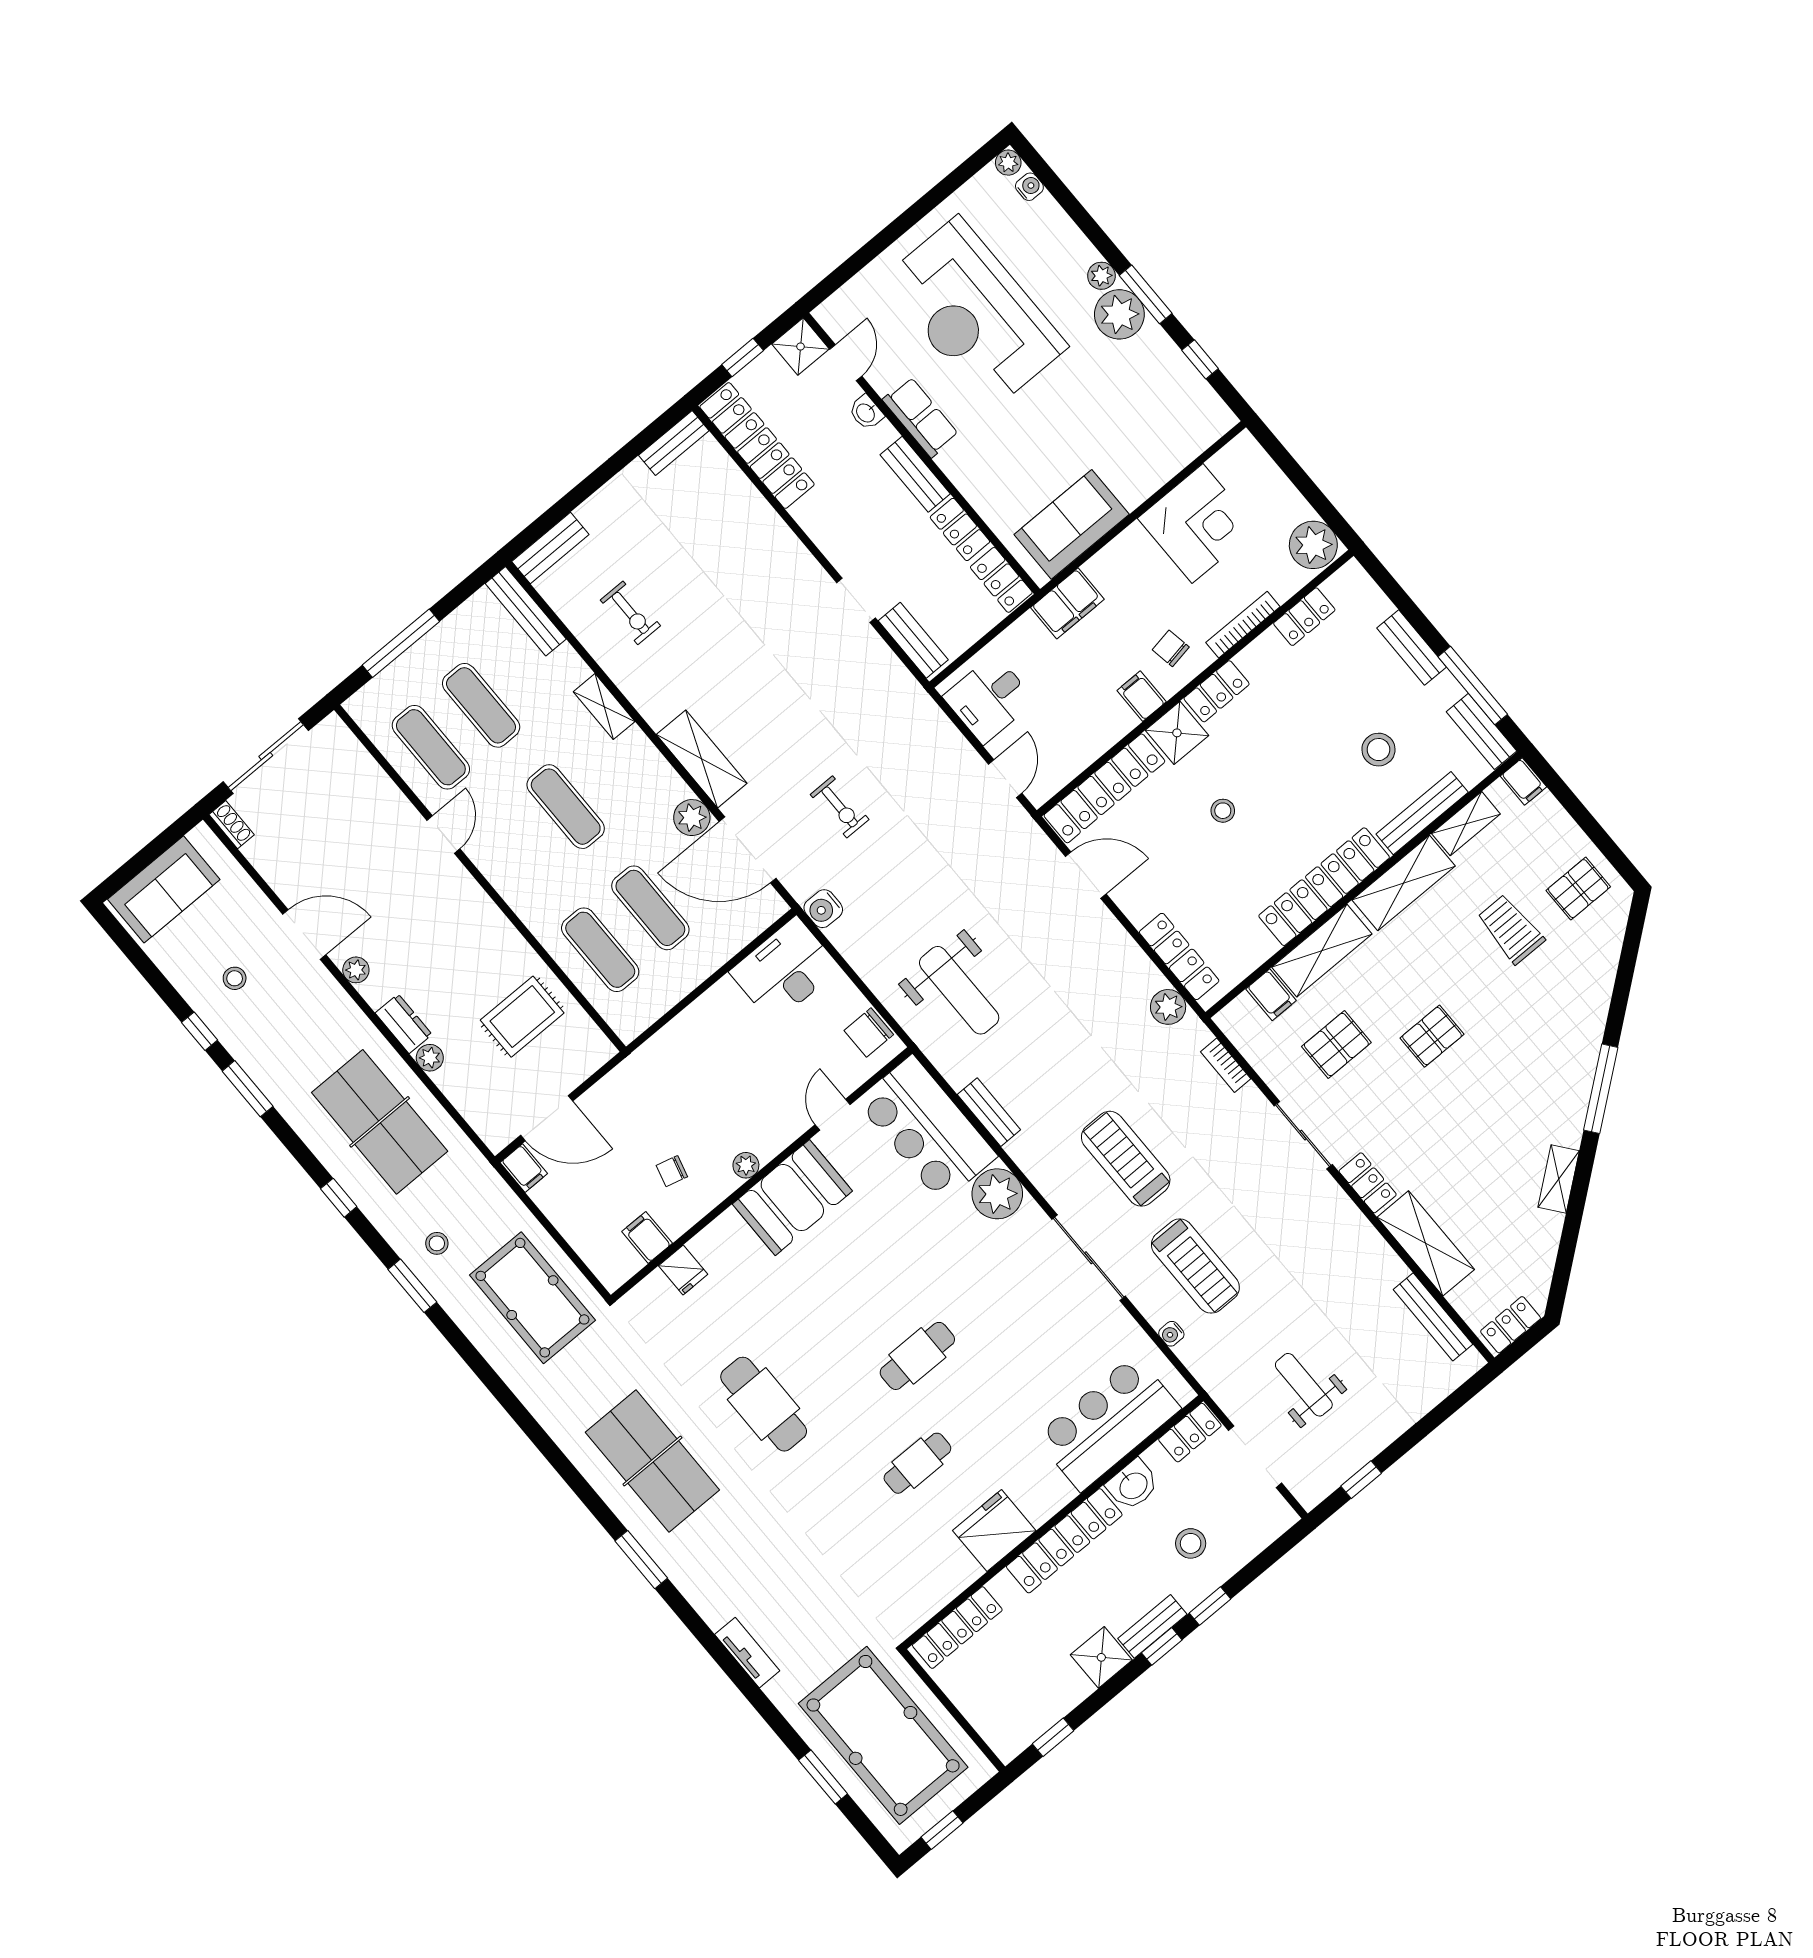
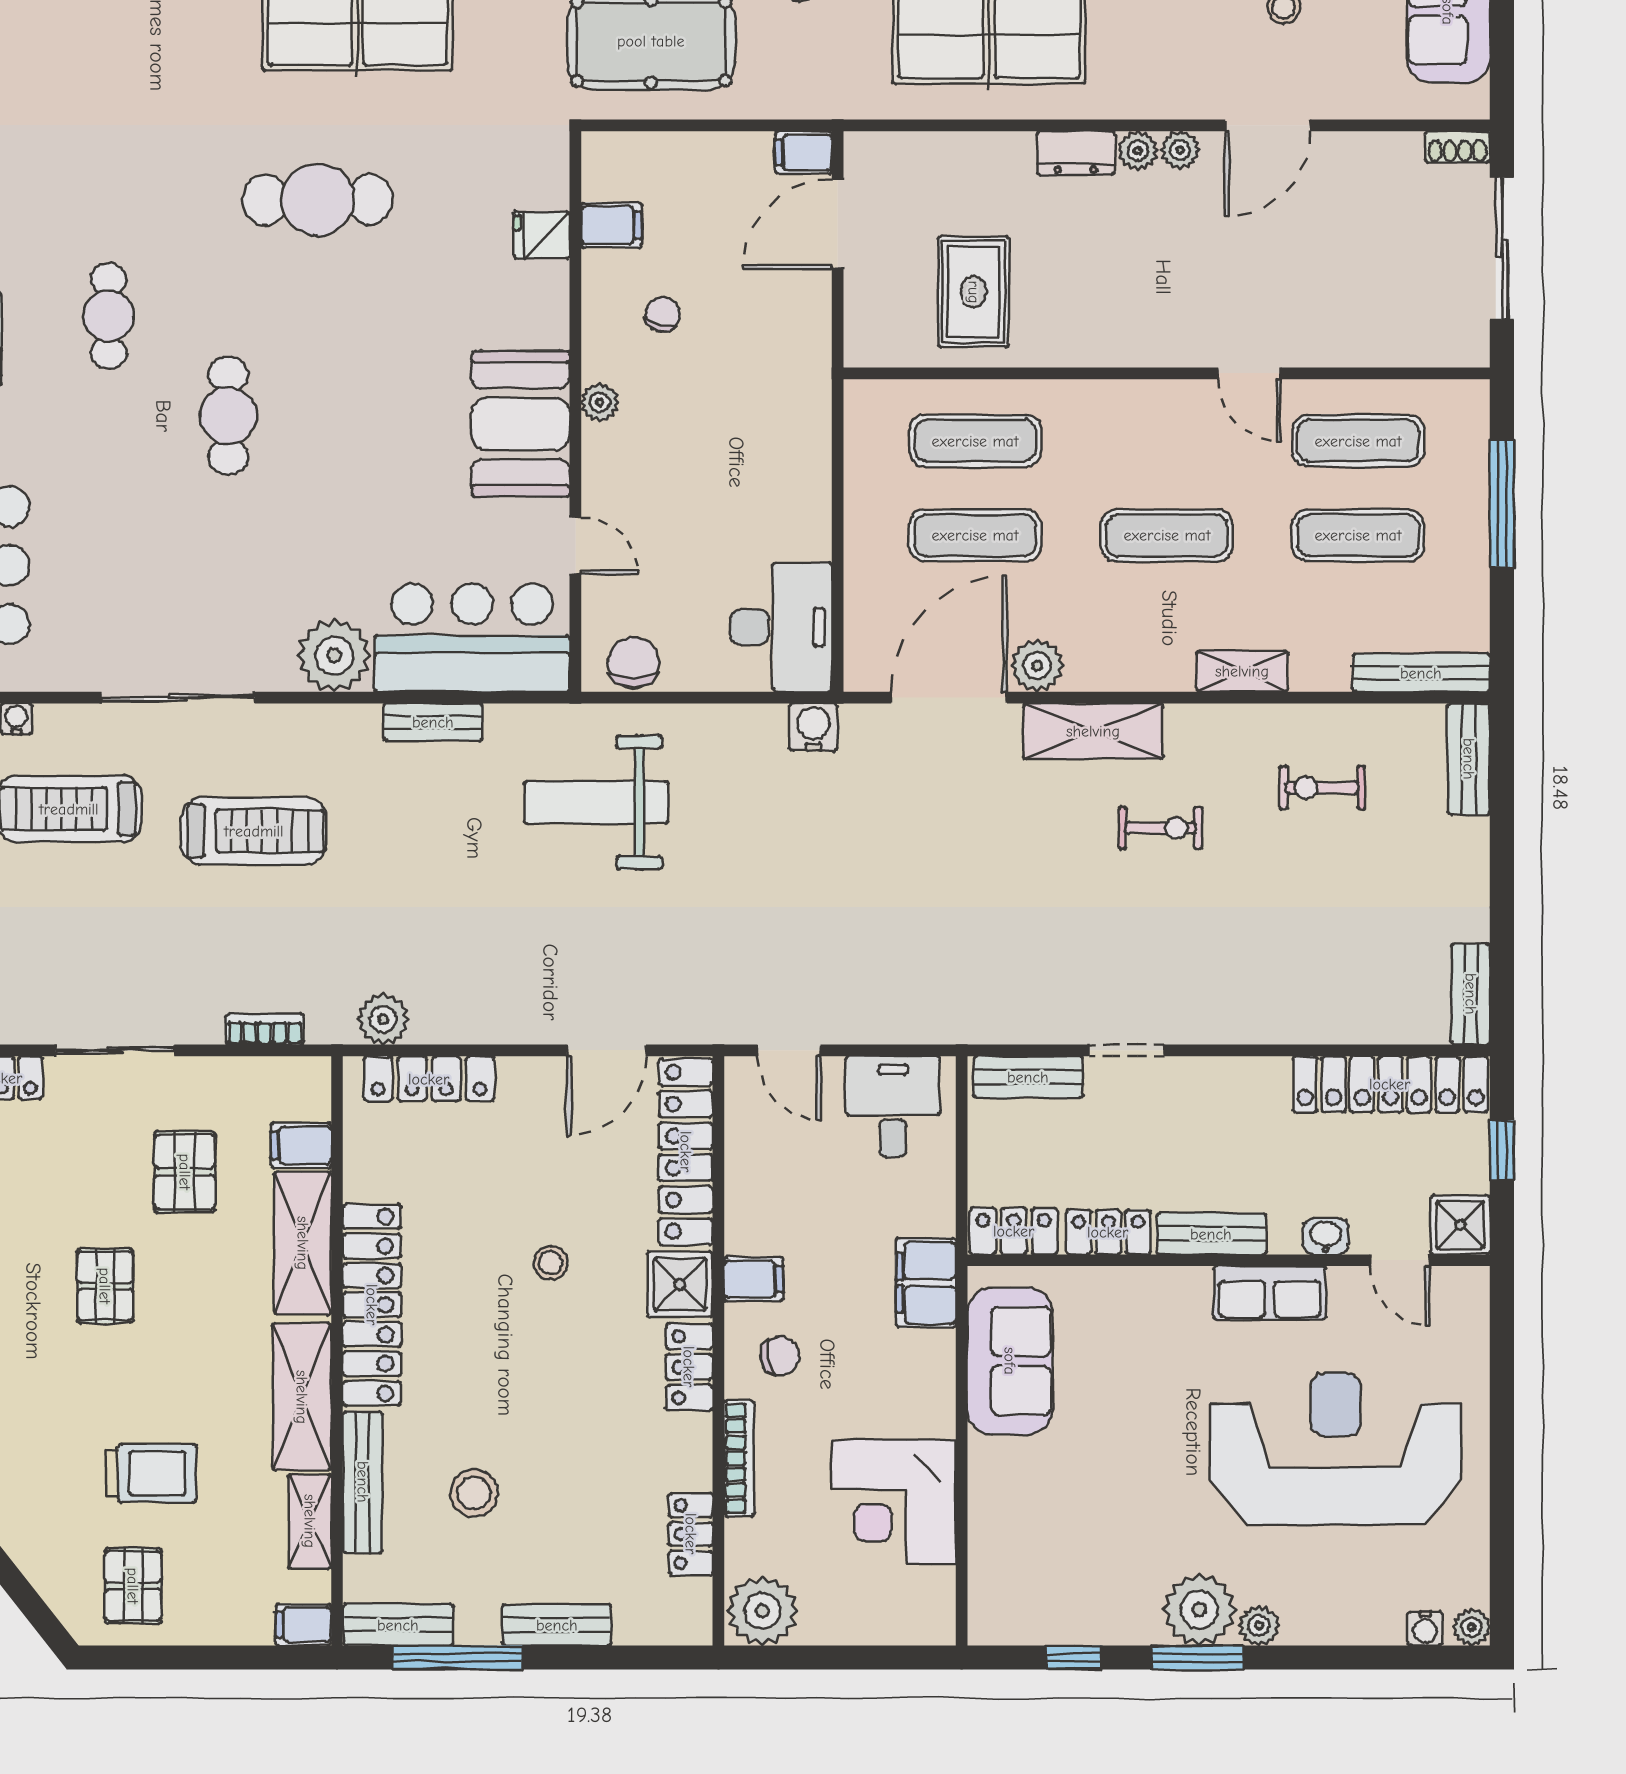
exercise bike: (840, 807) -> (1161, 828), moved, turned 180
plant: (430, 1058) -> (1138, 151), moved

